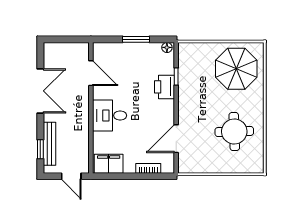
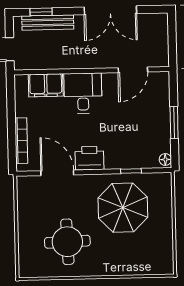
parasol: (236, 69) -> (123, 208), moved
printer: (164, 87) -> (89, 158), moved
filing cabinet: (109, 164) -> (46, 85), moved, turned 90
bookcase: (148, 168) -> (21, 141), width x1.56

